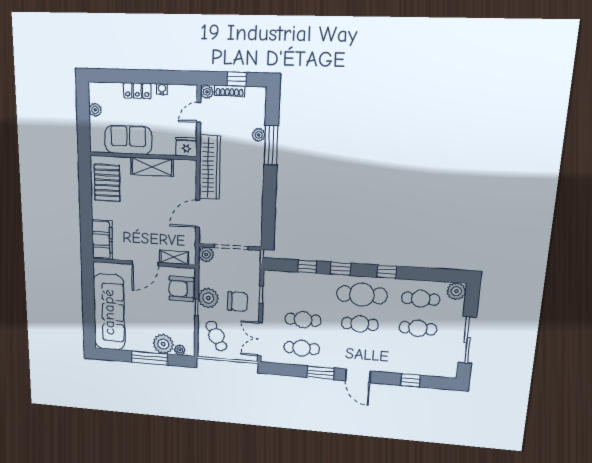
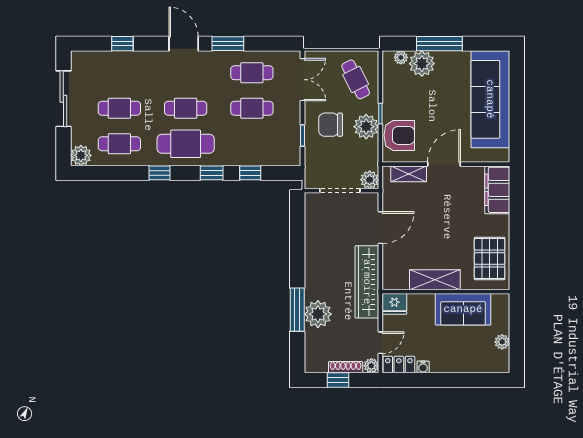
locker: (137, 91) -> (399, 365), moved
plant: (259, 135) -> (318, 314), width x1.87, depth x1.87

